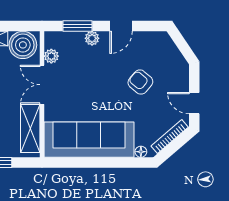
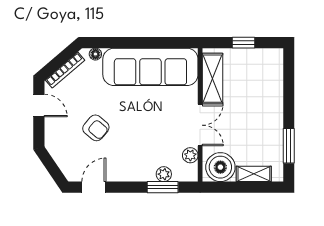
door: (121, 26) -> (94, 187), moved
plant: (92, 38) -> (164, 174), moved

